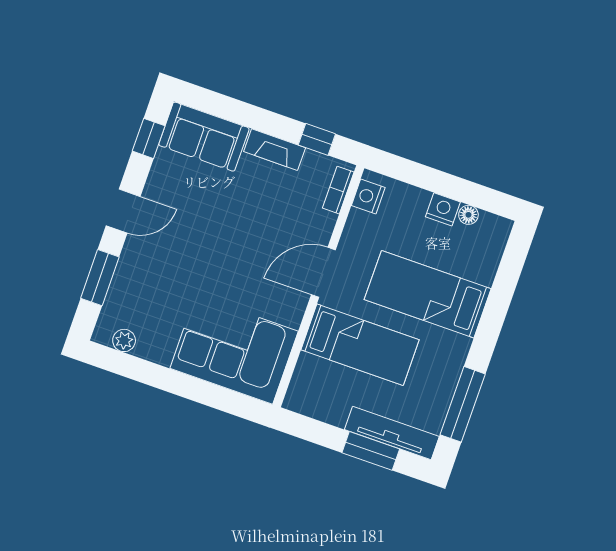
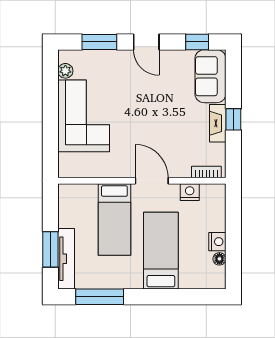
window: (317, 139) -> (233, 119), moved
nightstand: (368, 196) -> (190, 192), moved
corner sofa: (234, 350) -> (84, 116), moved

